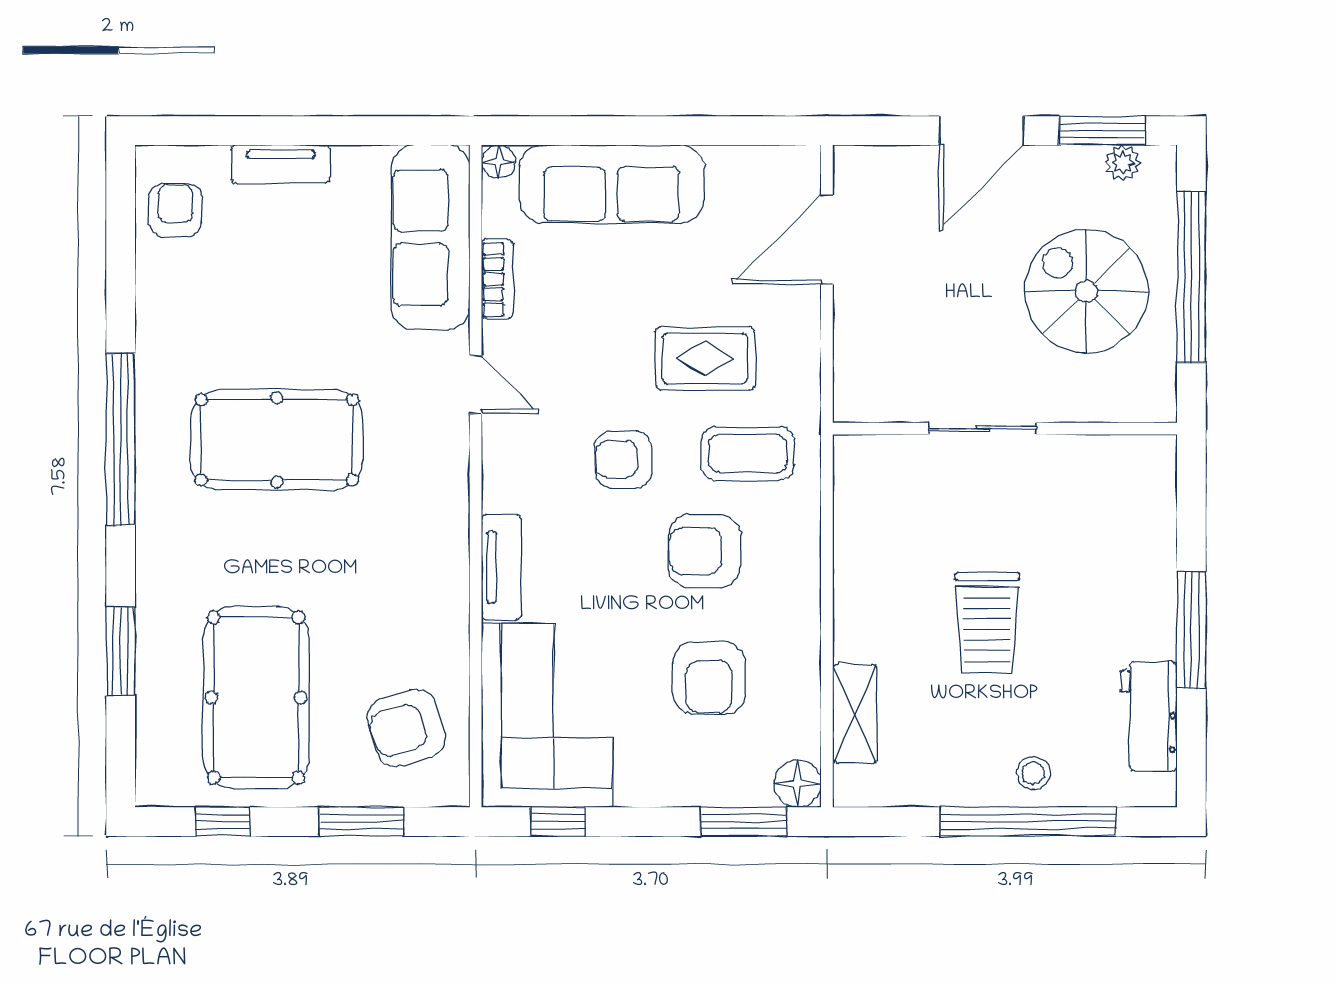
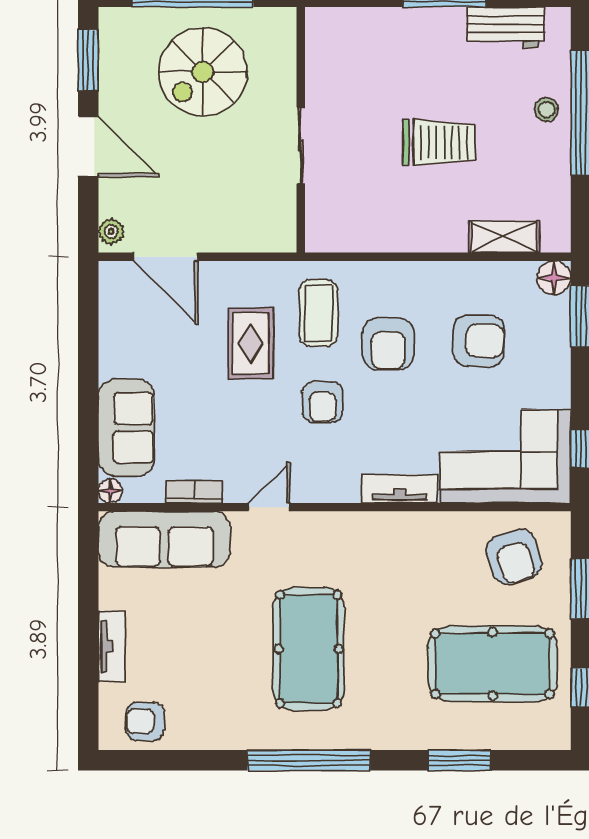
plant: (1123, 163) -> (111, 231), moved
sofa: (611, 184) -> (126, 428), width x0.73

